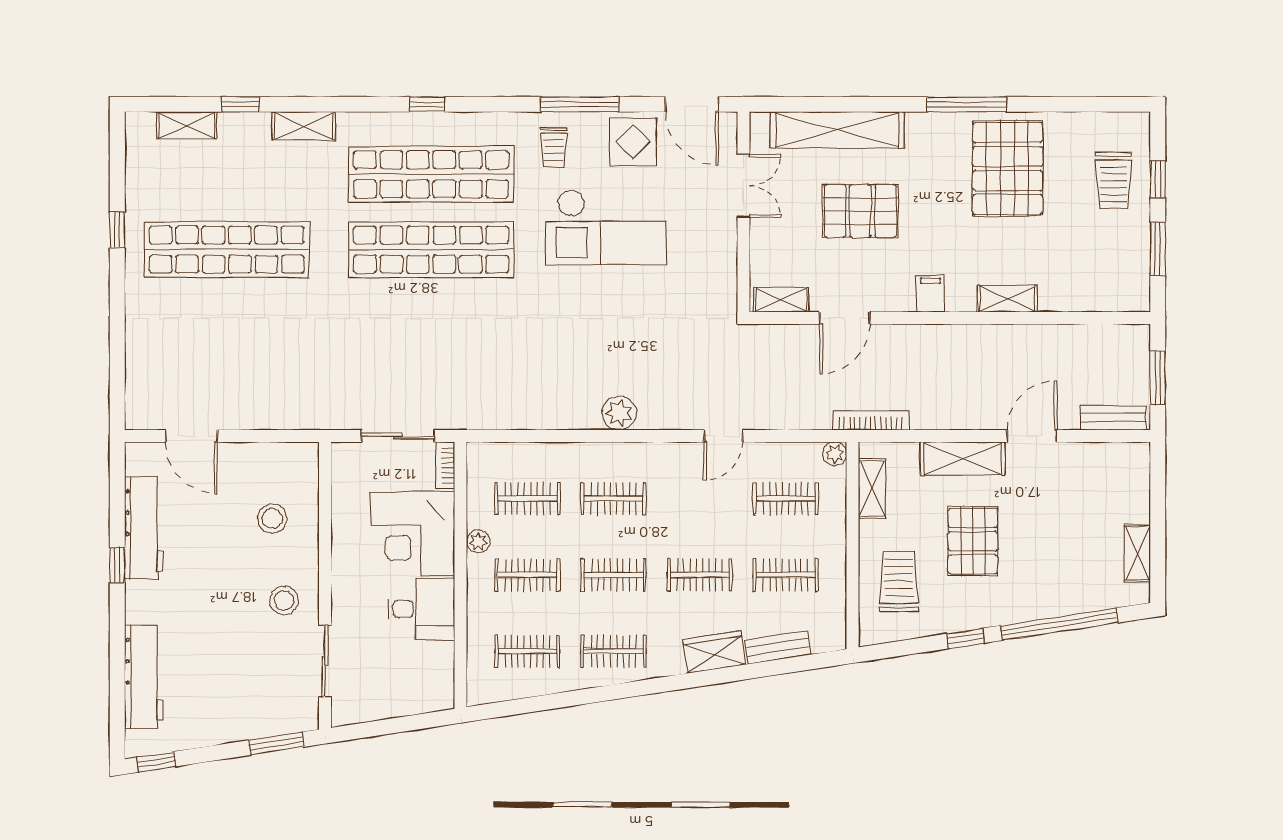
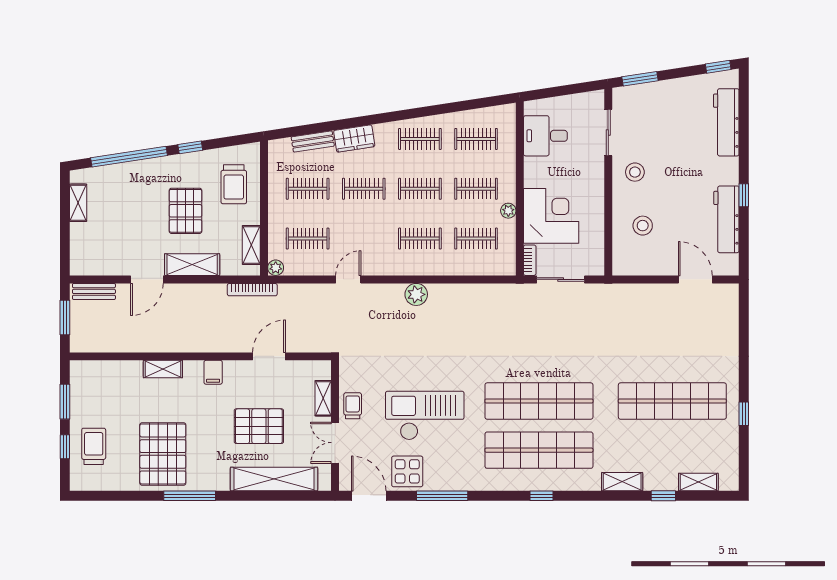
trolley: (554, 147) -> (353, 406), moved
shelving: (781, 300) -> (323, 398), moved, turned 90
desk: (421, 609) -> (545, 136), moved

